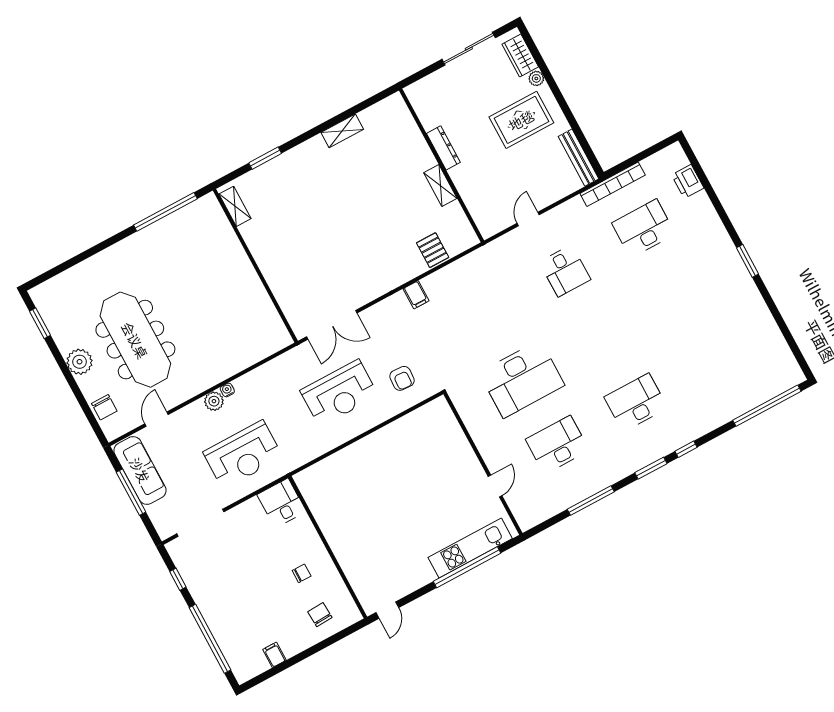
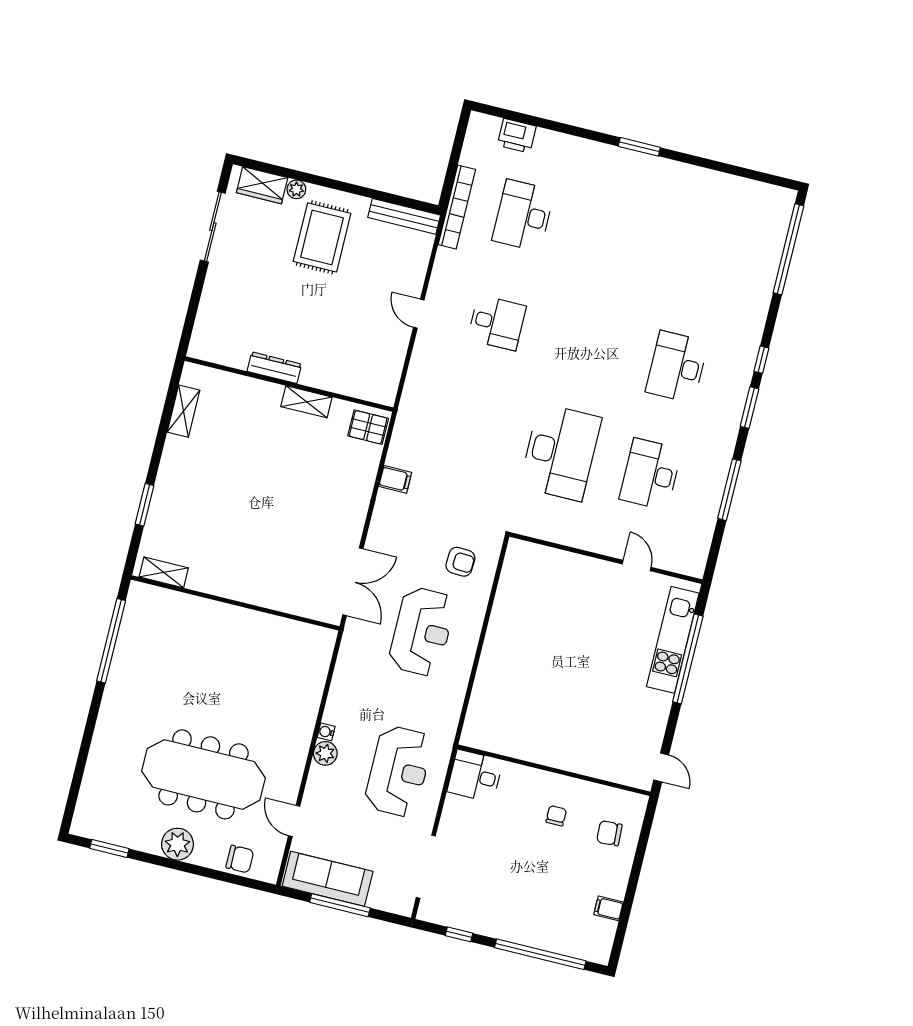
dresser: (443, 148) -> (274, 368), moved
wall: (441, 165) -> (289, 384), moved
shelving: (440, 186) -> (306, 402), moved

